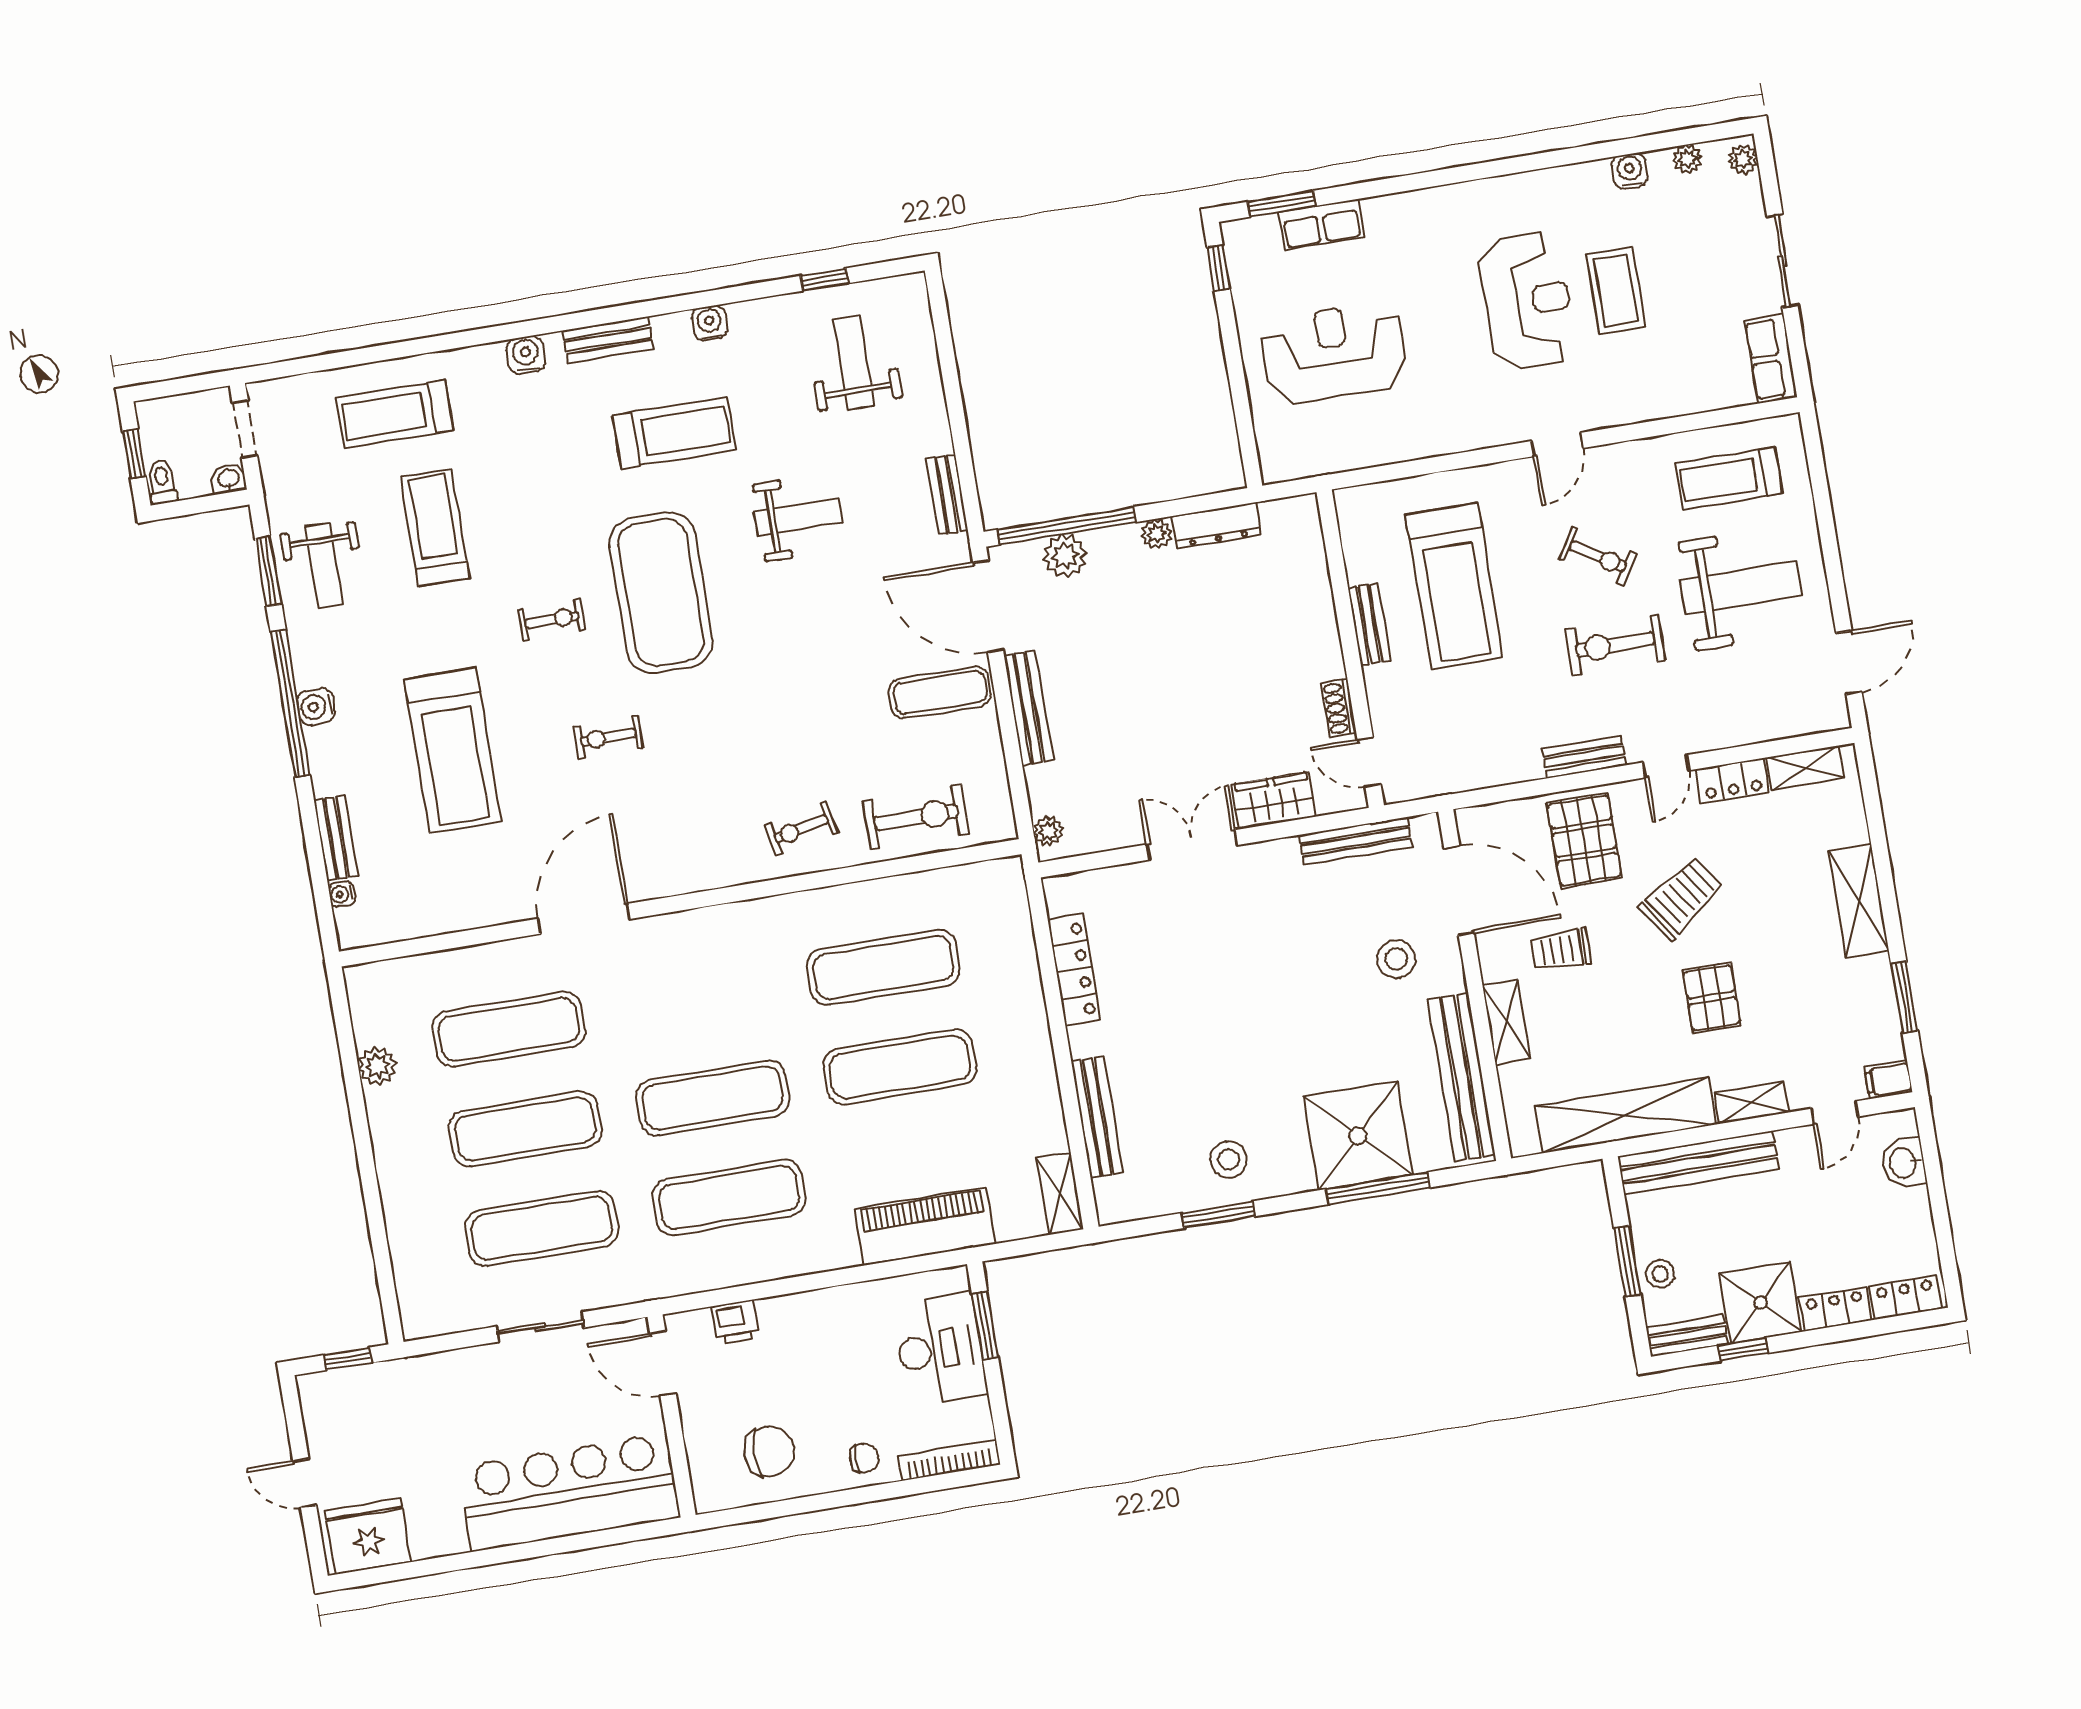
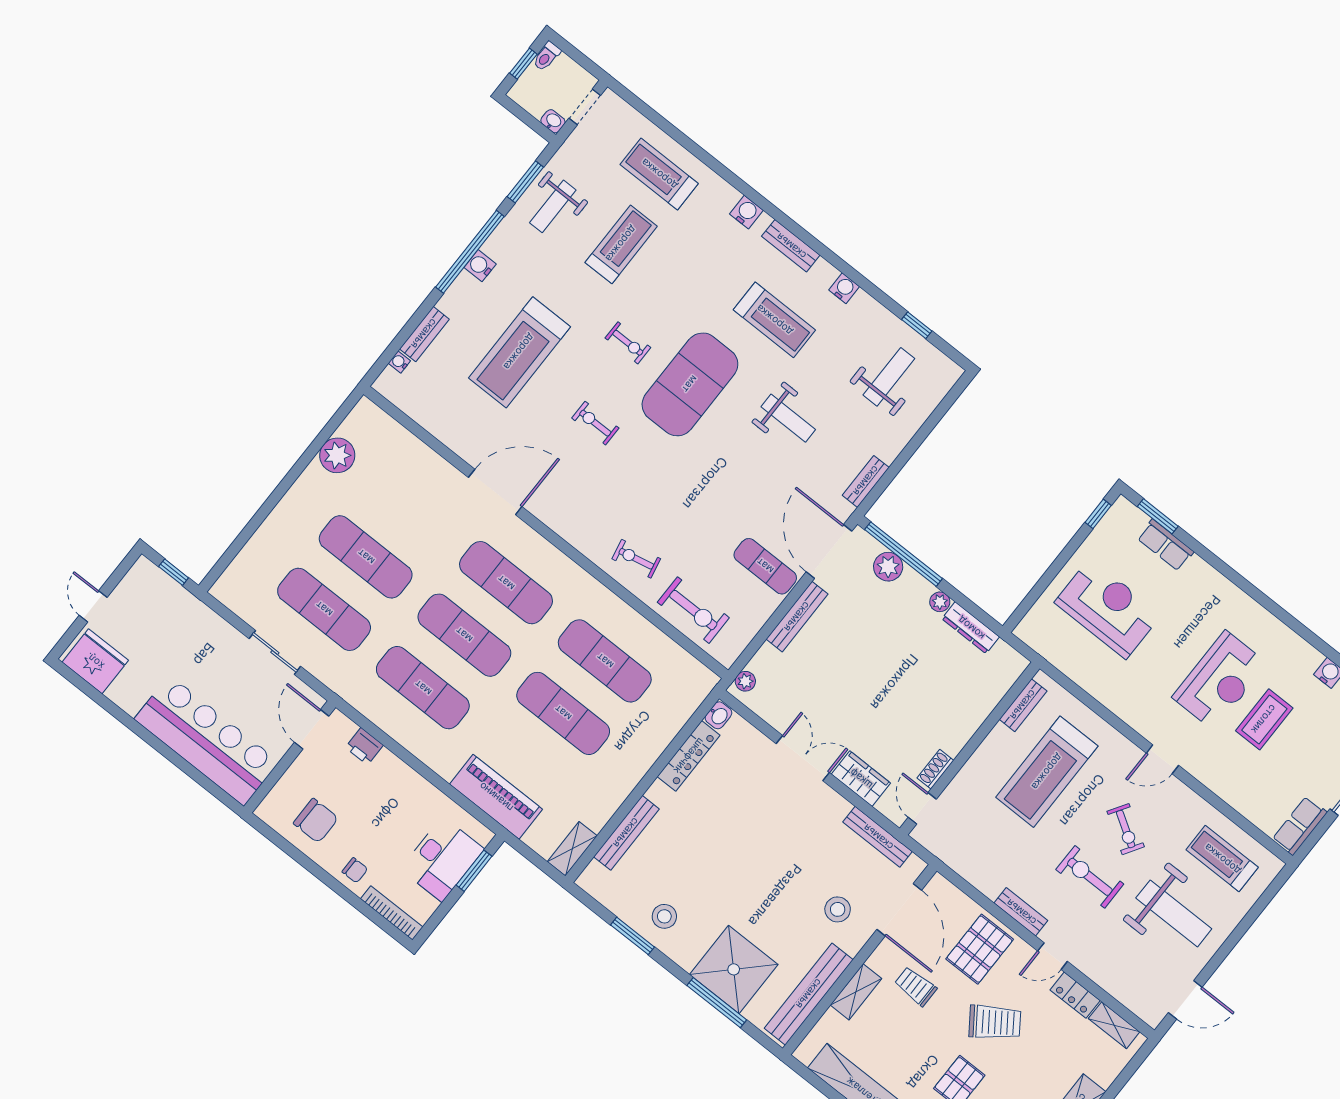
toilet: (162, 482) -> (547, 56), moved, turned 180
bench: (1369, 624) -> (1023, 705), moved
washbasin: (1059, 896) -> (718, 715), added
exercise mat: (509, 1029) -> (506, 583), moved
plant: (377, 1066) -> (337, 455), width x1.36, depth x1.36

